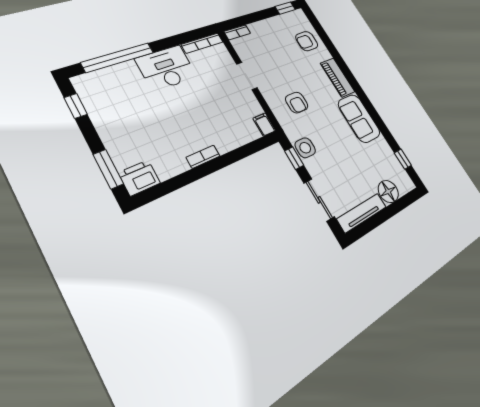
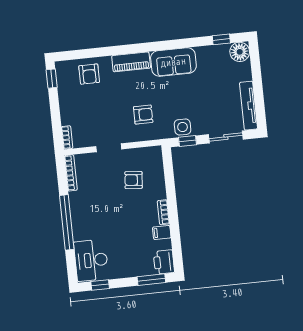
window: (118, 57) -> (67, 222), moved
desk: (166, 68) -> (91, 260), moved
armchair: (225, 111) -> (134, 180), added
filing cabinet: (264, 124) -> (162, 232), moved
floor lamp: (388, 191) -> (240, 52), moved

